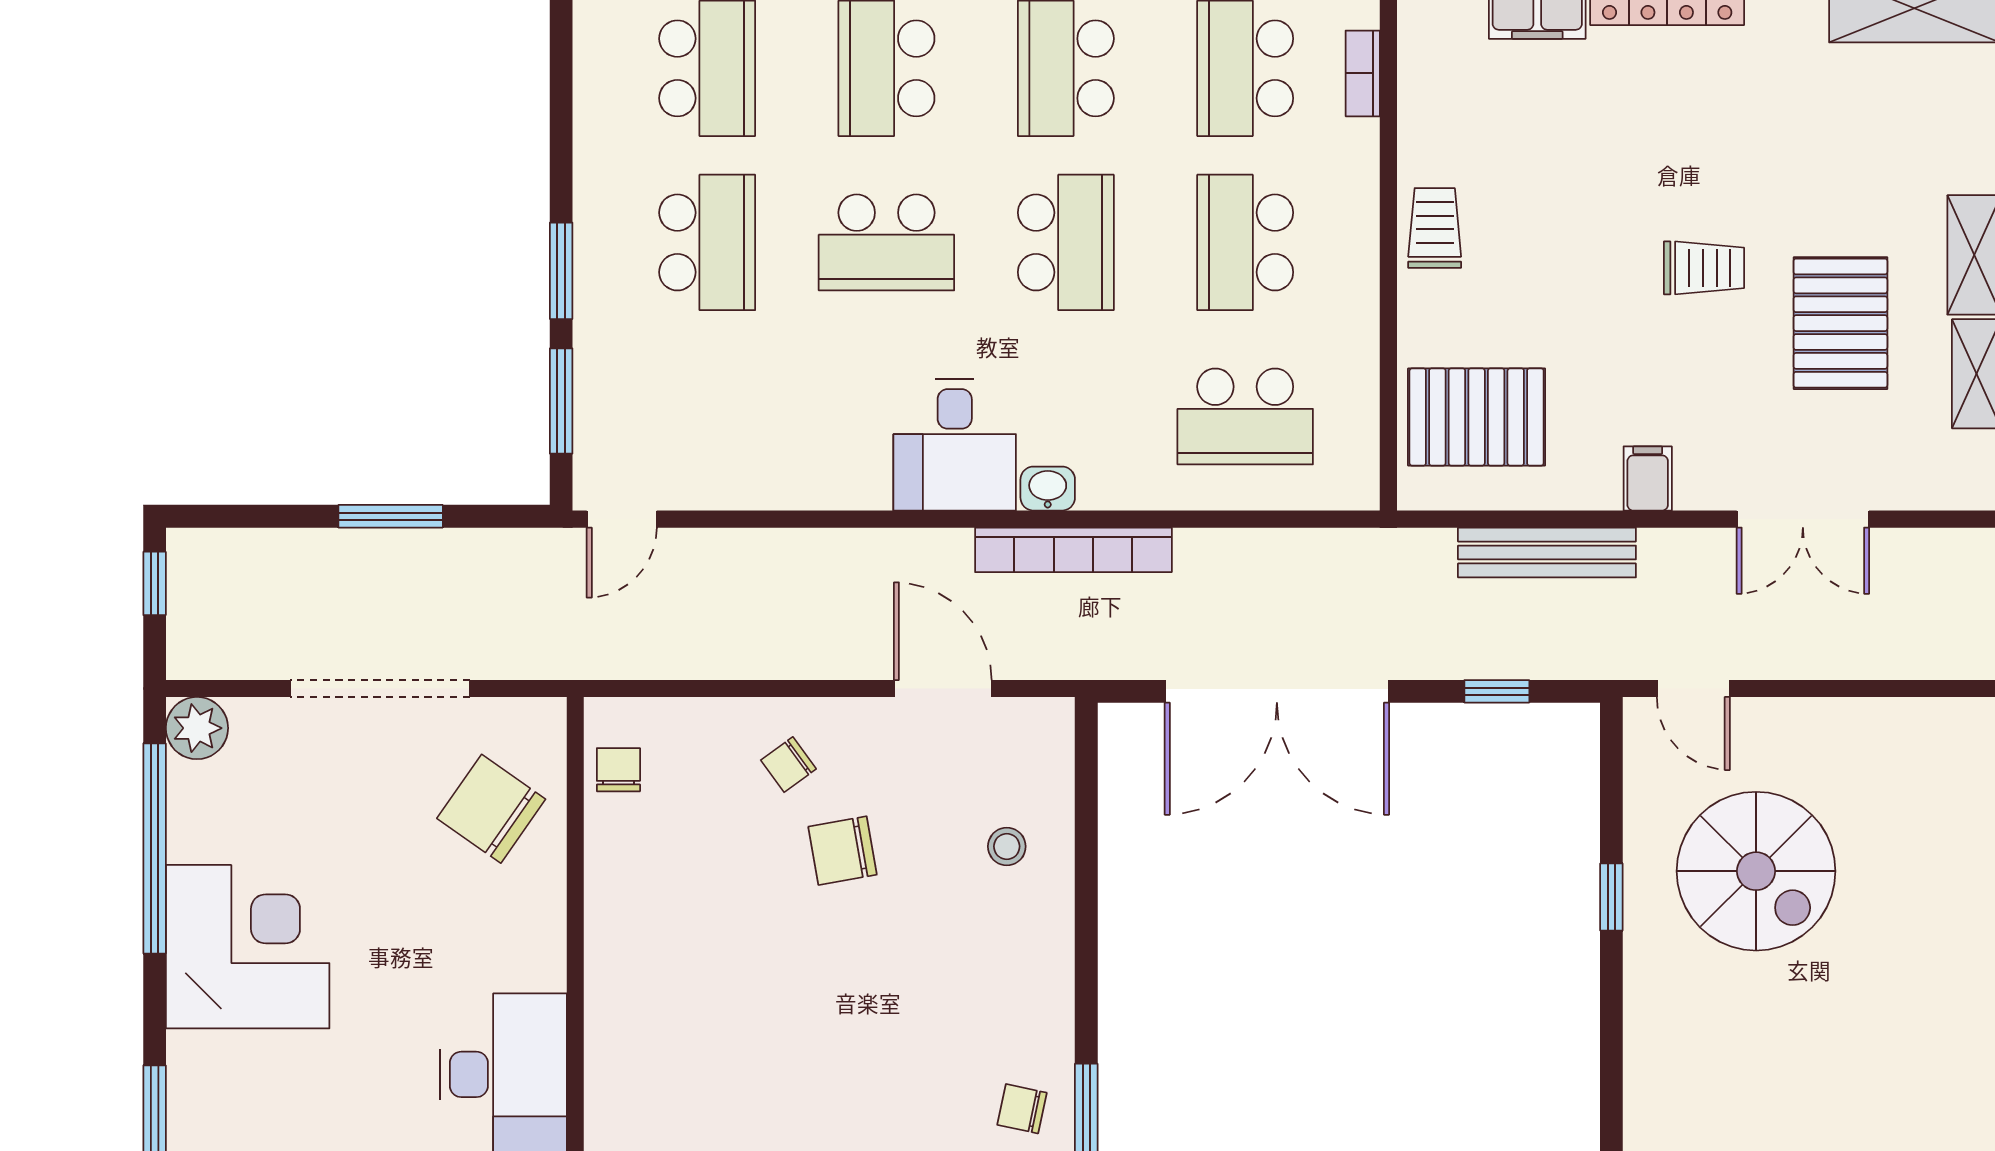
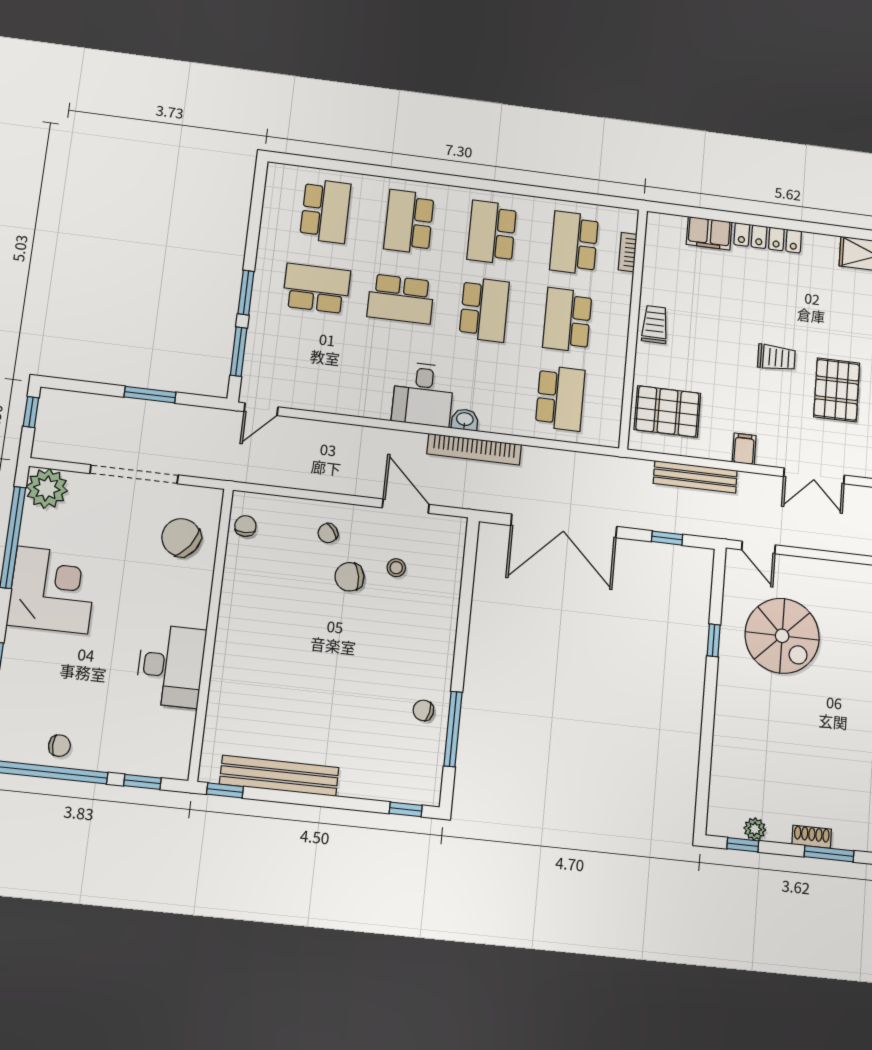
school desk: (707, 242) -> (316, 288), turned -90
school desk: (1245, 417) -> (560, 398), turned -90
plant: (197, 728) -> (47, 488), width x1.36, depth x1.36
stool: (1007, 846) -> (396, 568), moved

